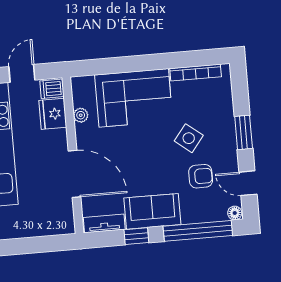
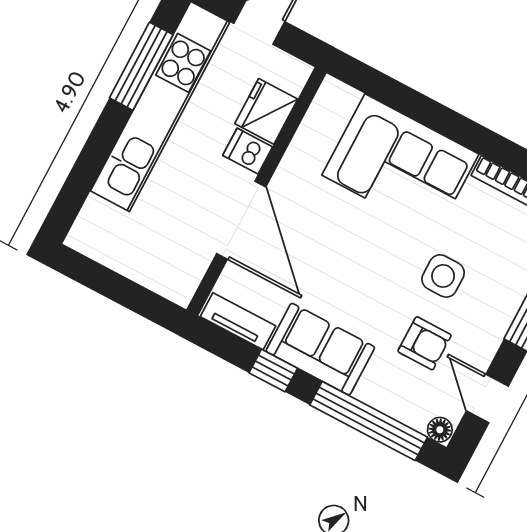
dishwasher: (52, 89) -> (248, 151), moved
plant: (81, 115) -> (306, 140), removed
side table: (189, 138) -> (443, 276), turned -38

